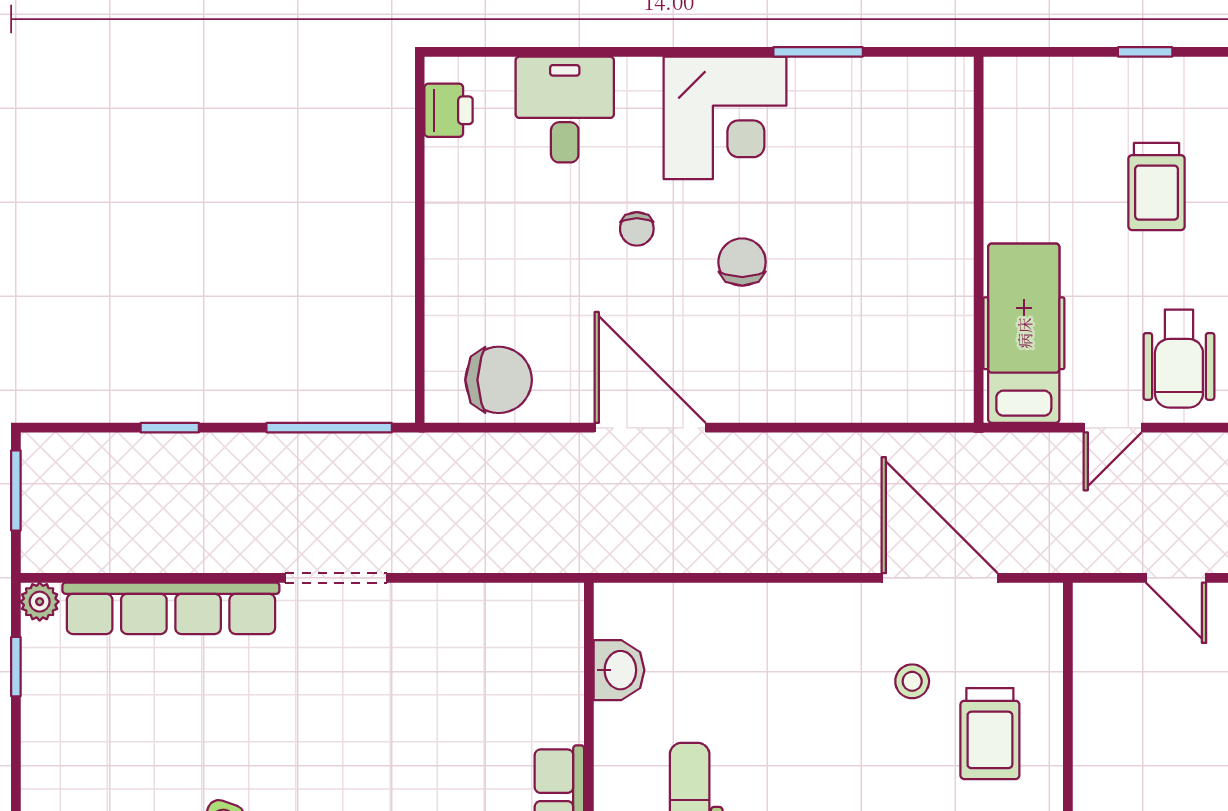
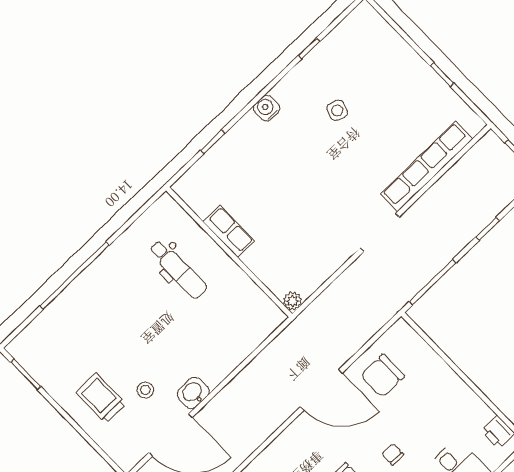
chair: (499, 380) -> (383, 376), moved
plant: (40, 602) -> (292, 301), moved
window: (16, 667) -> (442, 75), moved
washbasin: (619, 670) -> (193, 393), moved, turned 90

